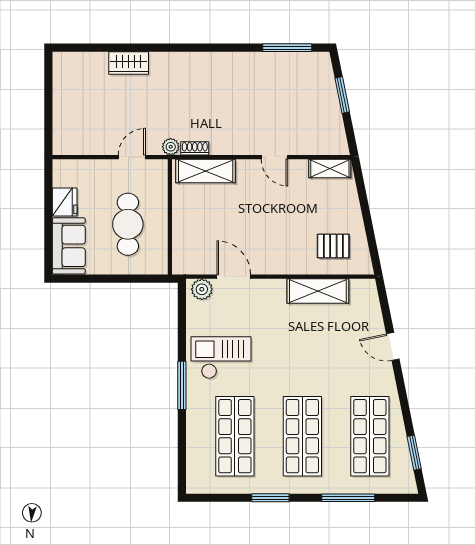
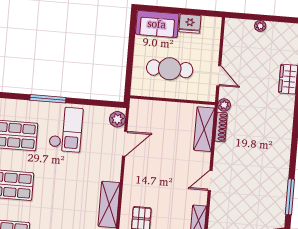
plant: (60, 107) -> (260, 26), added
shoe rack: (195, 148) -> (221, 127), width x1.43

